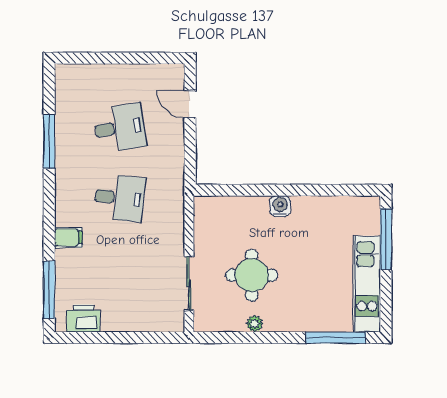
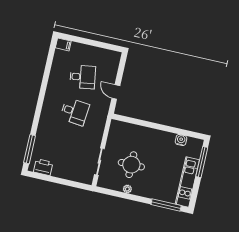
door: (190, 104) -> (116, 92), moved
window: (49, 141) -> (46, 76), removed
water cooler: (280, 206) -> (181, 140), moved
filing cabinet: (68, 237) -> (63, 44), moved

